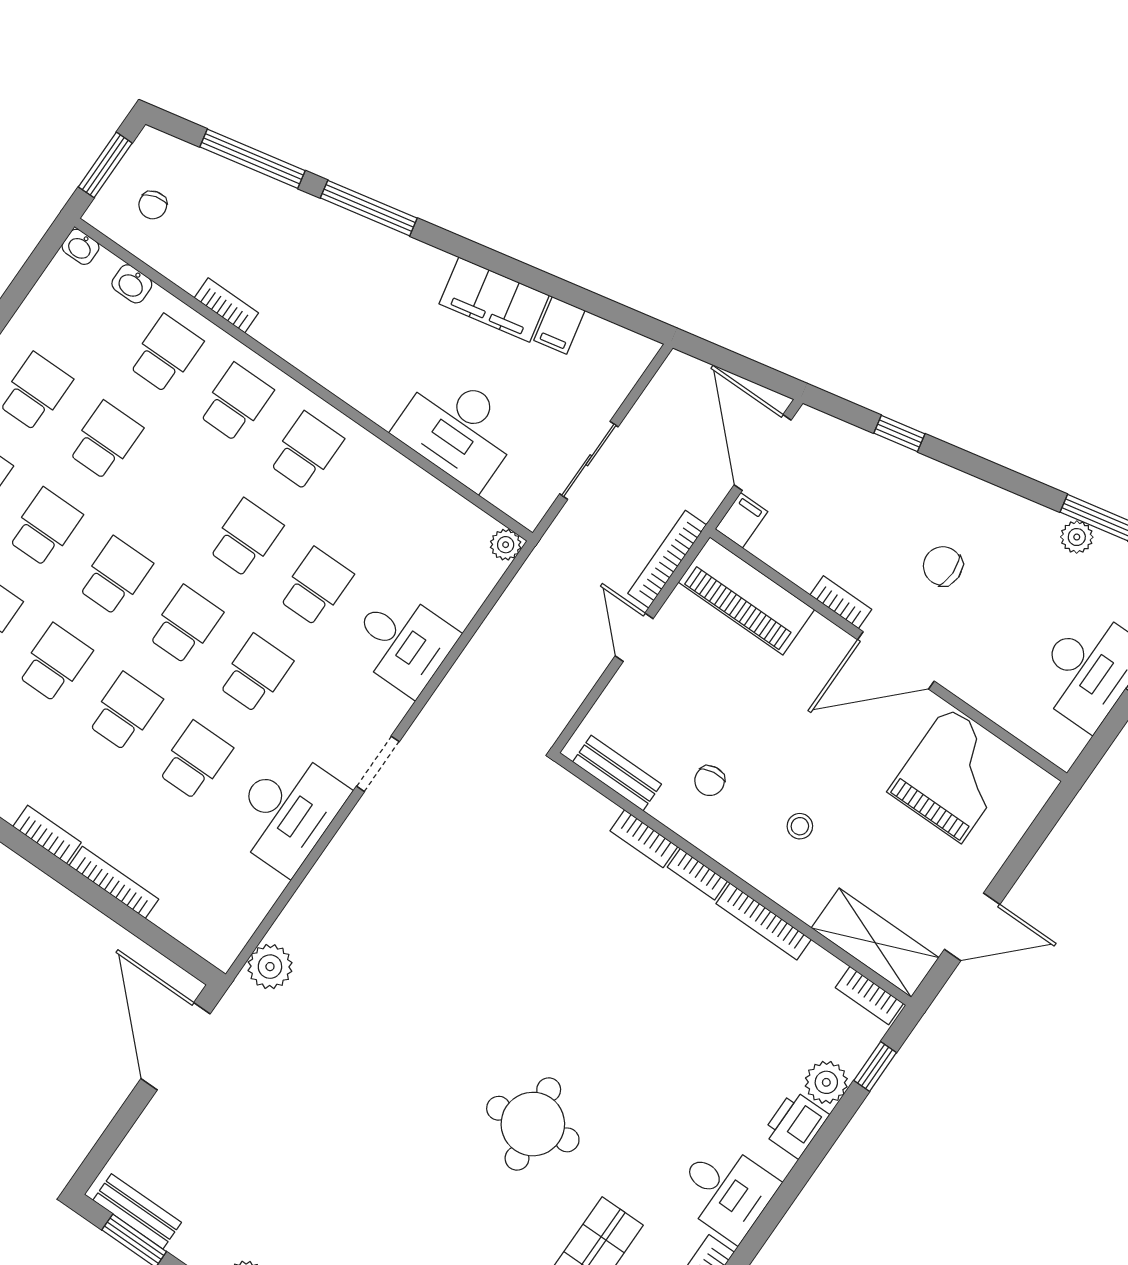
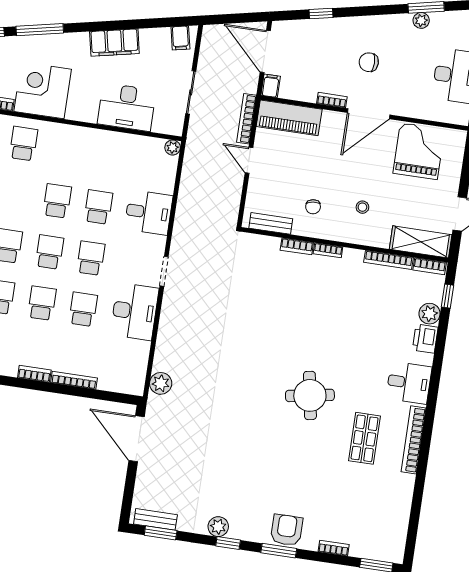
corner desk: (319, 322) -> (43, 90), added
filing cabinet: (559, 325) -> (180, 38), moved
school desk: (306, 451) -> (65, 150), removed
bookcase: (764, 922) -> (389, 260), moved

